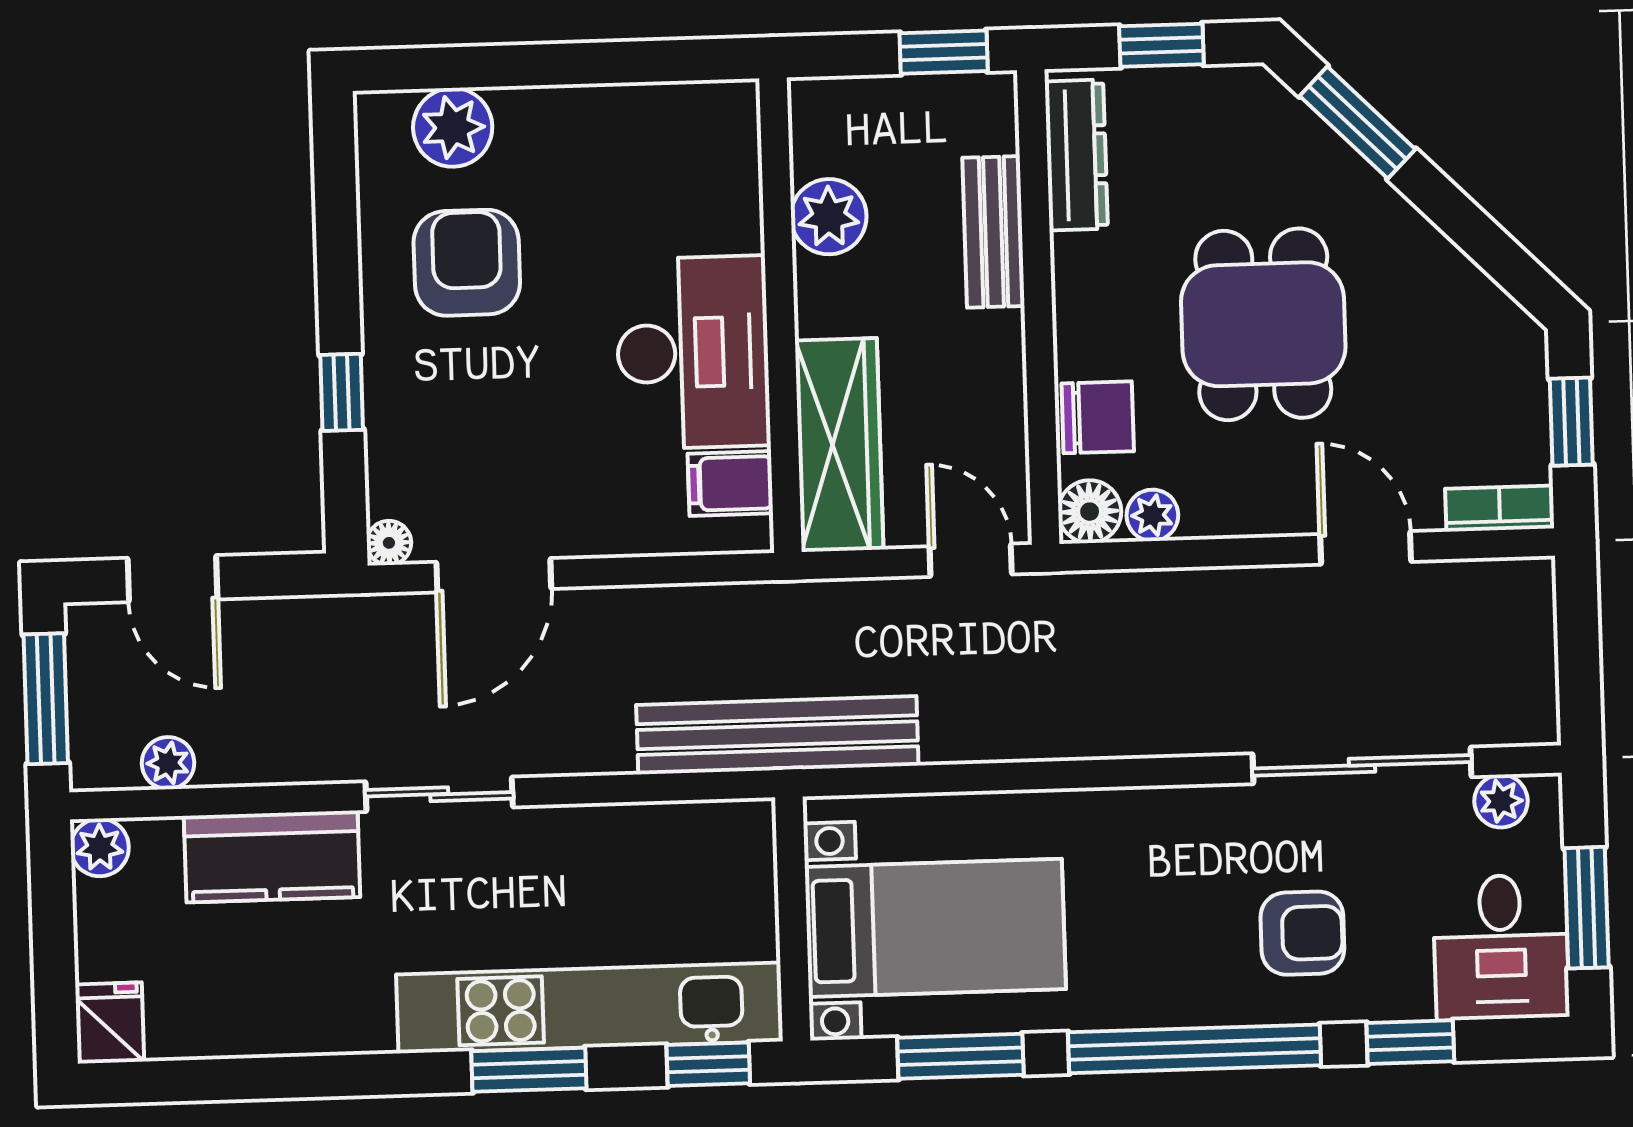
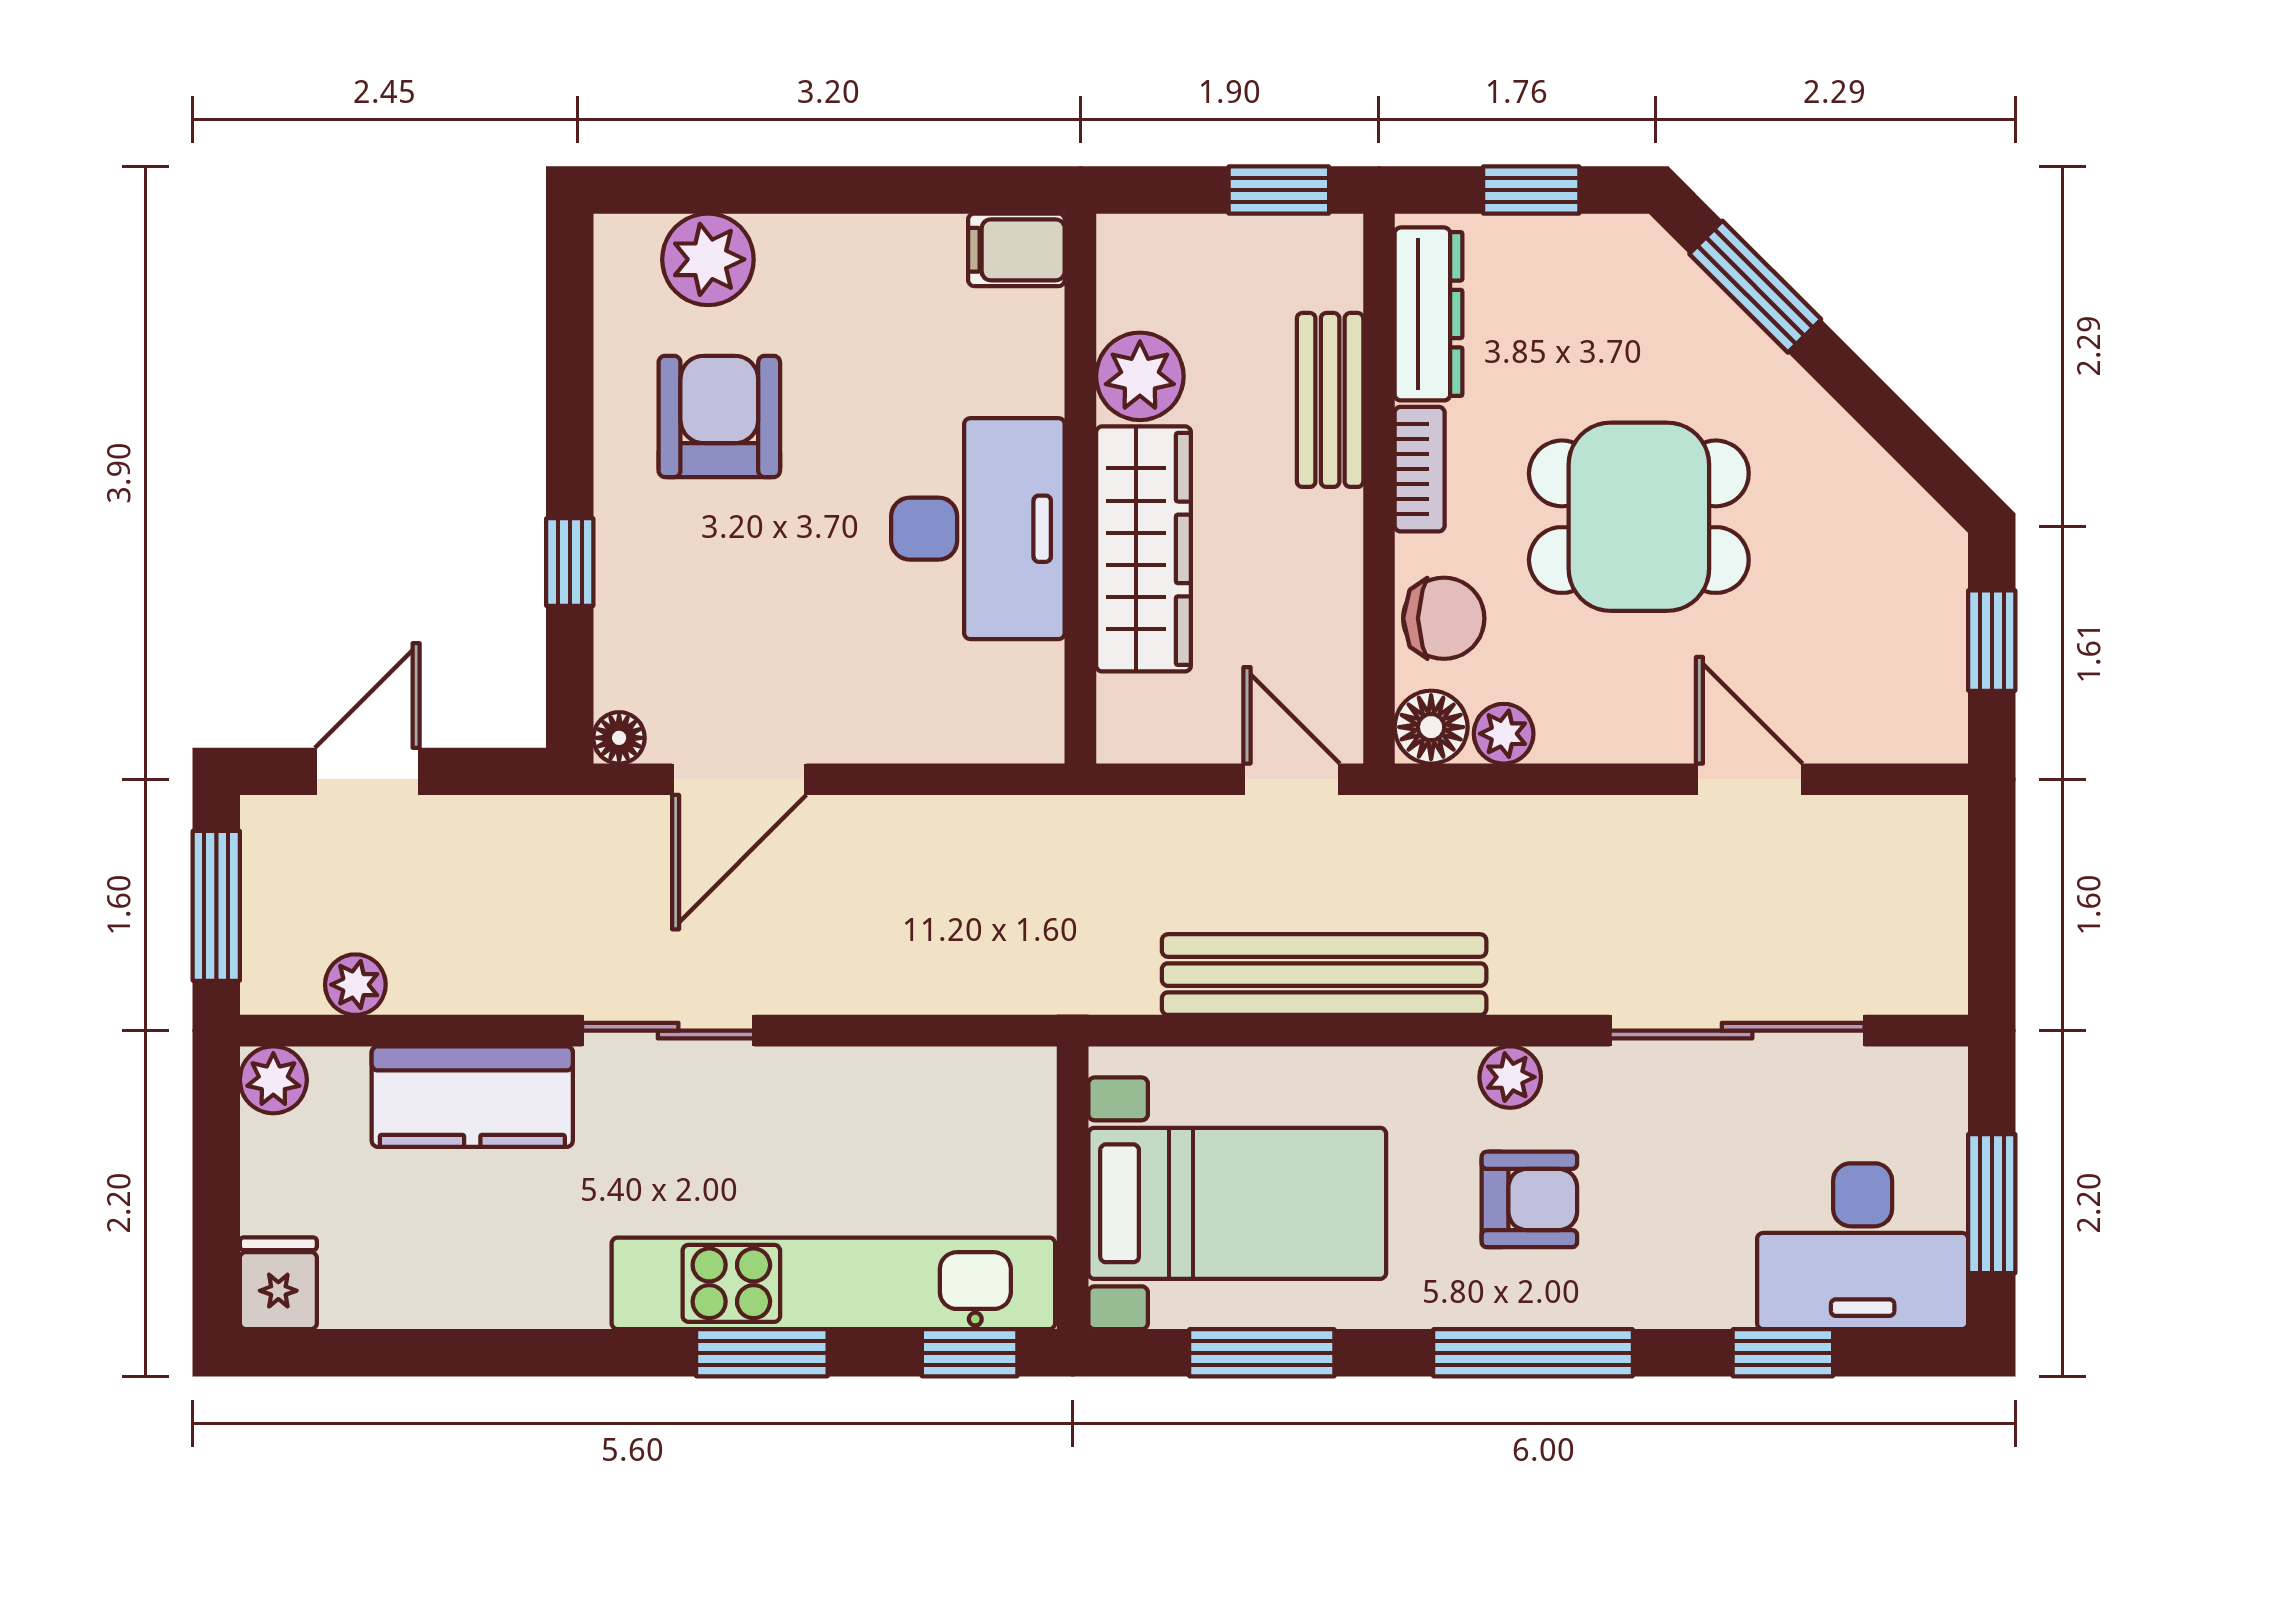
dining table: (1263, 324) -> (1639, 517), turned 90
wardrobe: (839, 445) -> (1144, 549), moved
filing cabinet: (730, 484) -> (1016, 250), moved
bookcase: (1500, 509) -> (1420, 469), moved, turned 90
door: (173, 579) -> (367, 771), swing flipped
bench: (777, 735) -> (1324, 975), moved
plant: (1501, 801) -> (1510, 1077), moved
armchair: (1302, 933) -> (1529, 1199), moved
desk: (1501, 947) -> (1863, 1246), width x1.37
window: (1195, 1049) -> (1533, 1353), width x0.68

